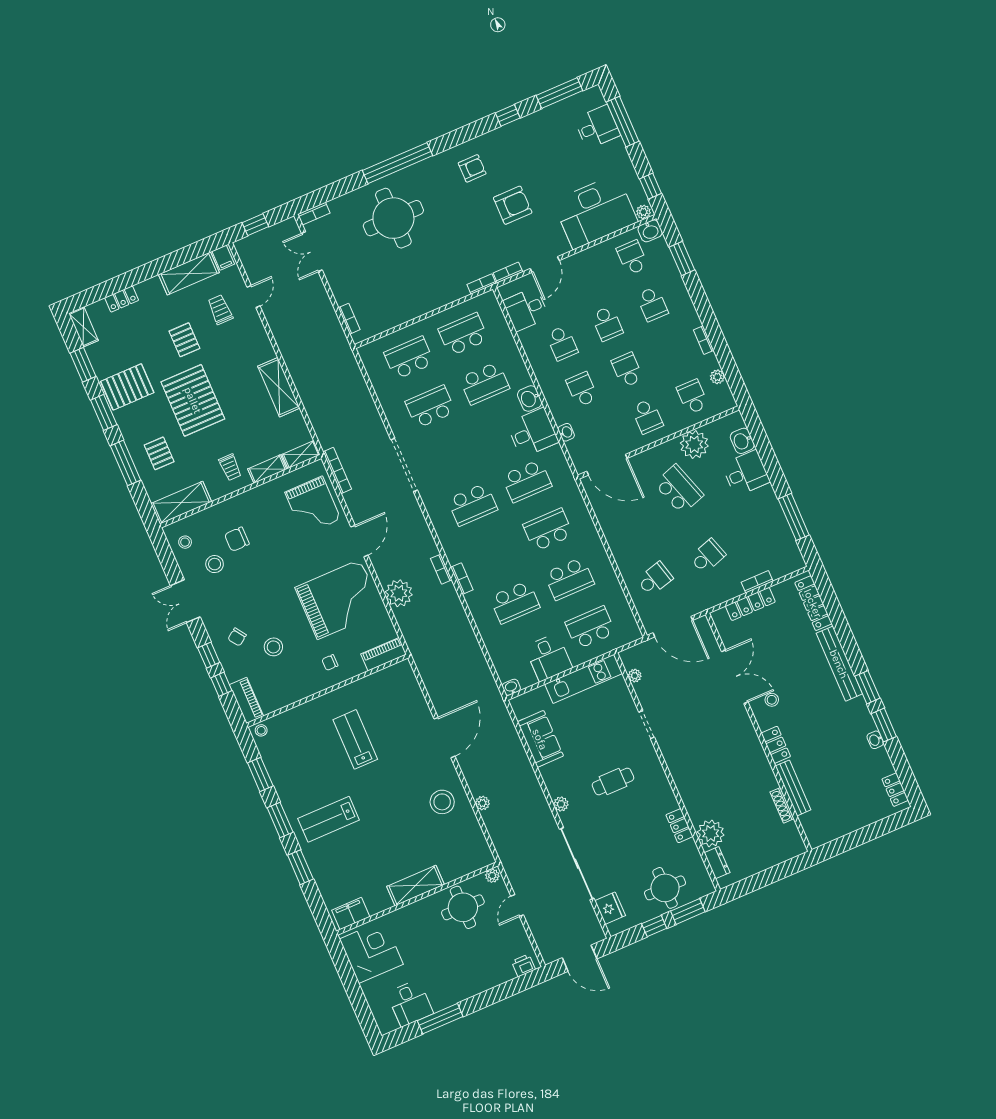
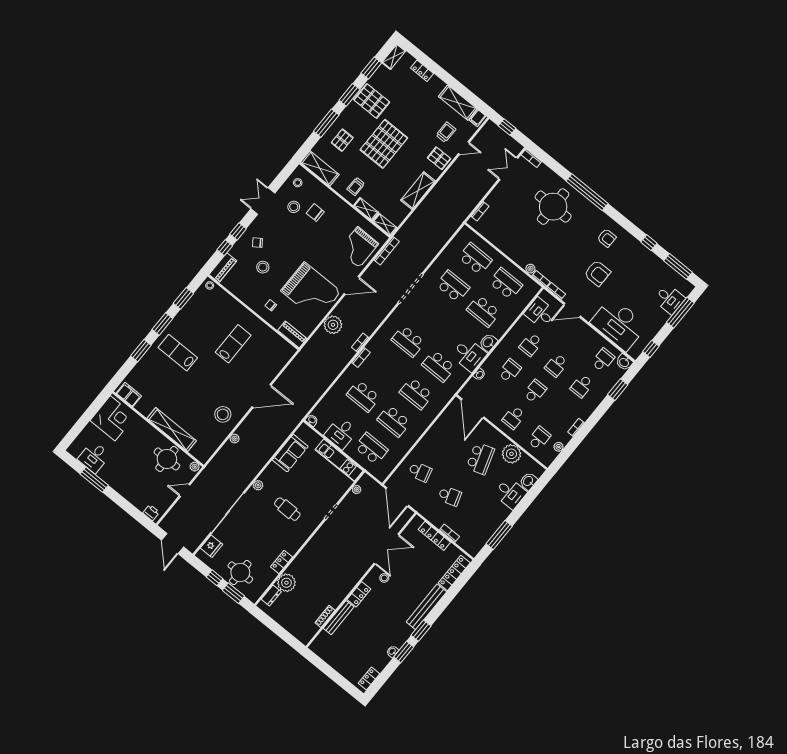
plant: (643, 212) -> (530, 269), moved
pallet: (184, 340) -> (439, 158), moved, turned 90
school desk: (548, 530) -> (416, 394), turned 180
shelving: (416, 886) -> (172, 430), width x1.47

